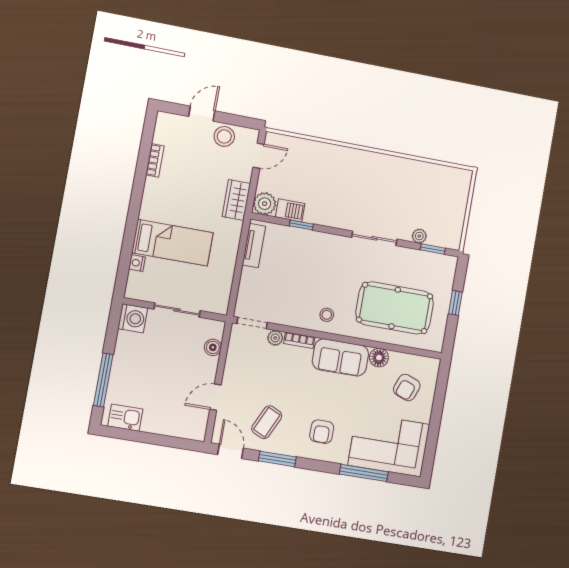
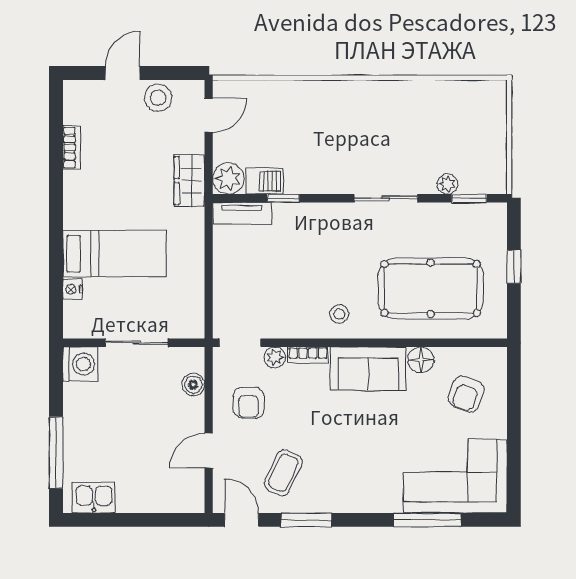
tv unit: (254, 246) -> (242, 214), moved, turned 90
armchair: (322, 432) -> (249, 403), moved

